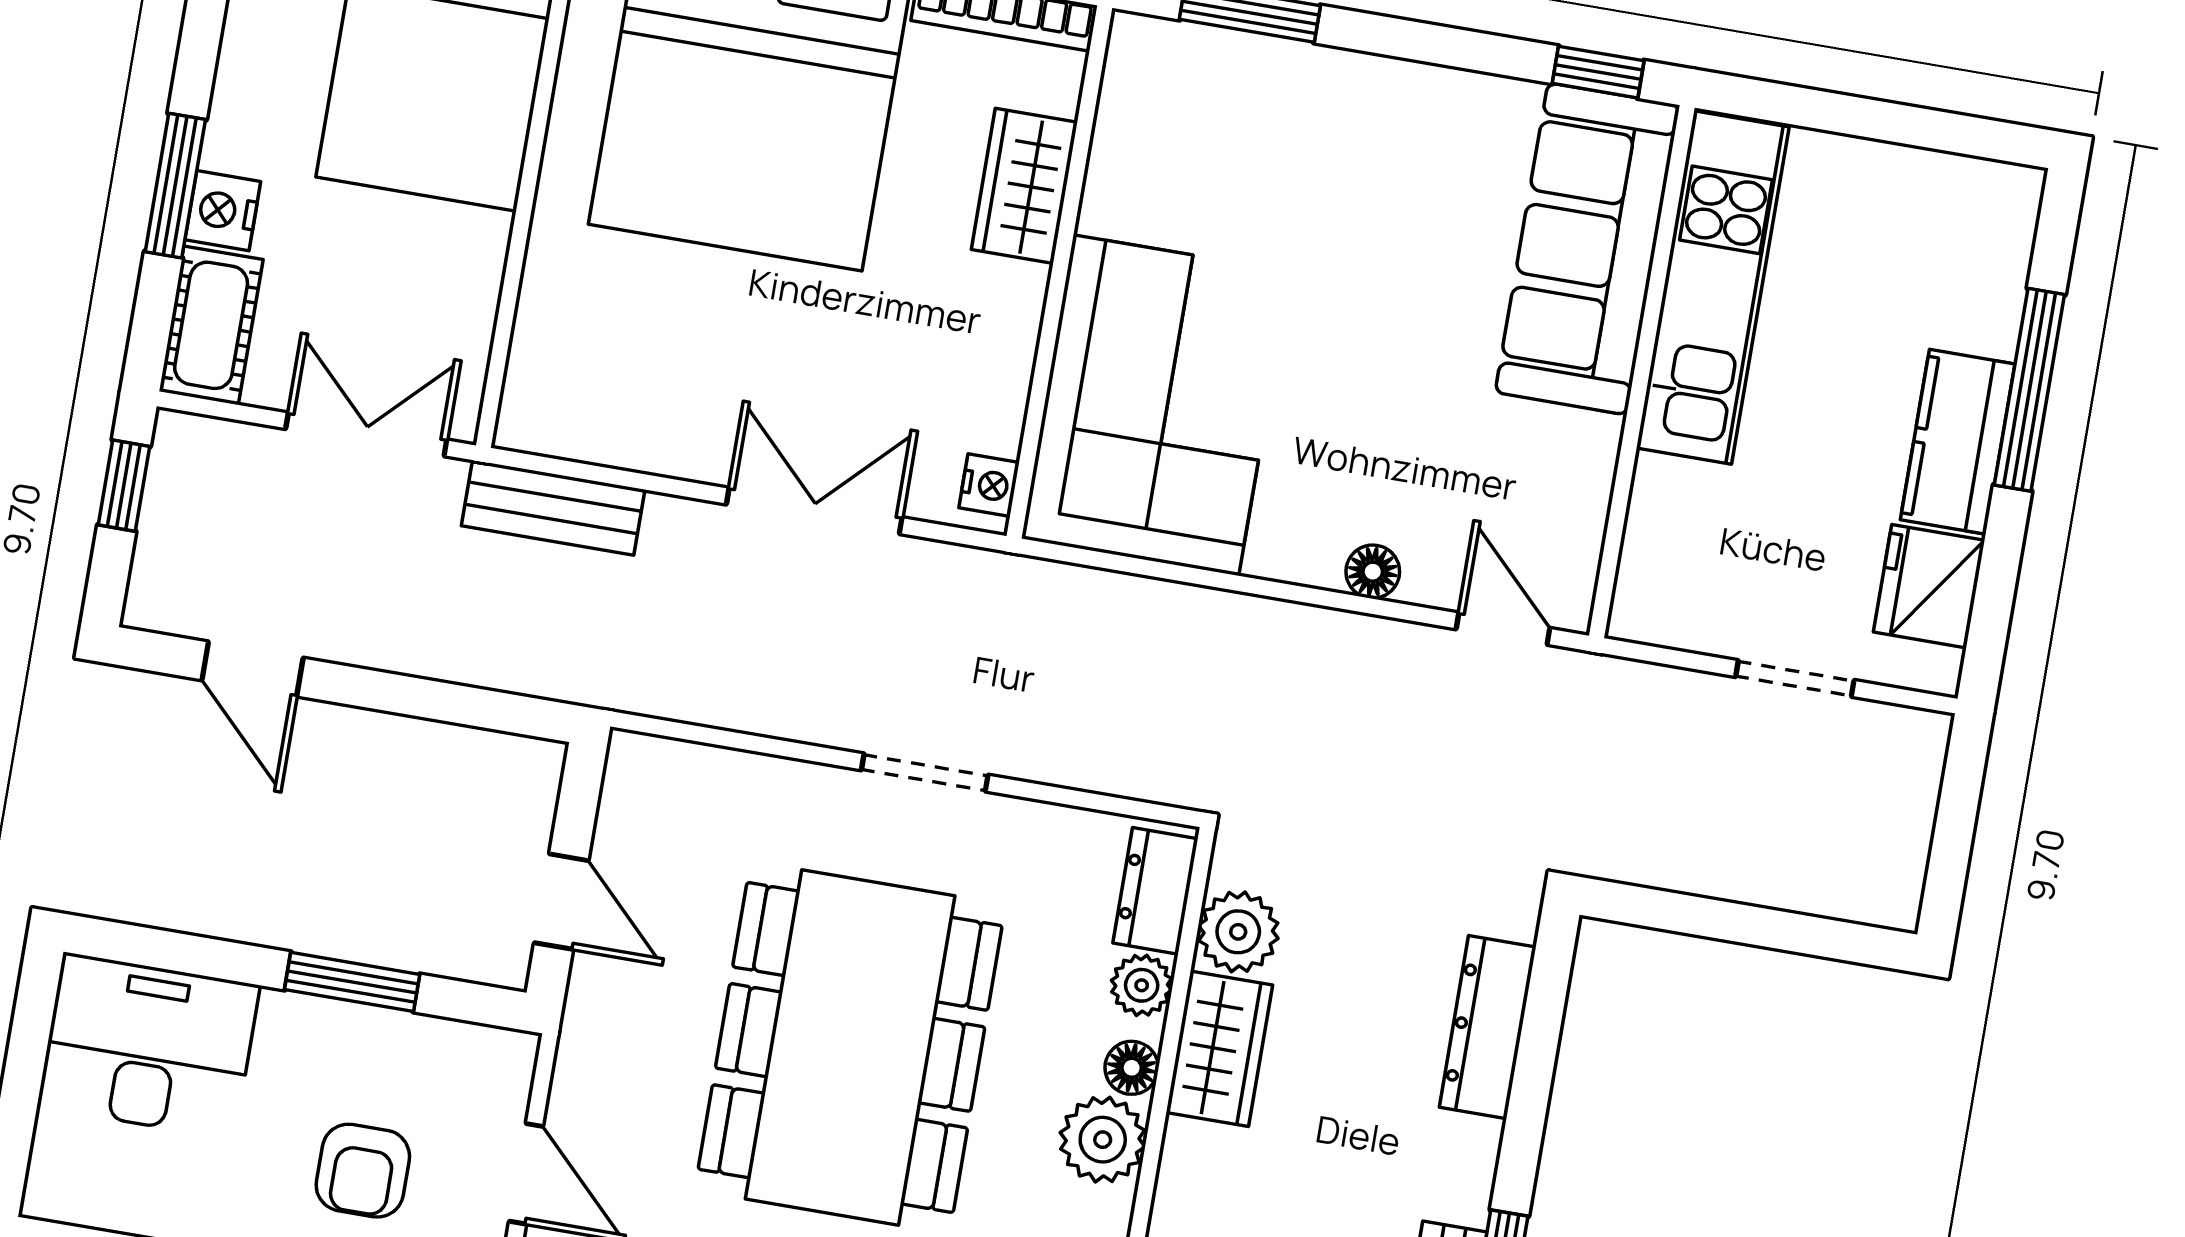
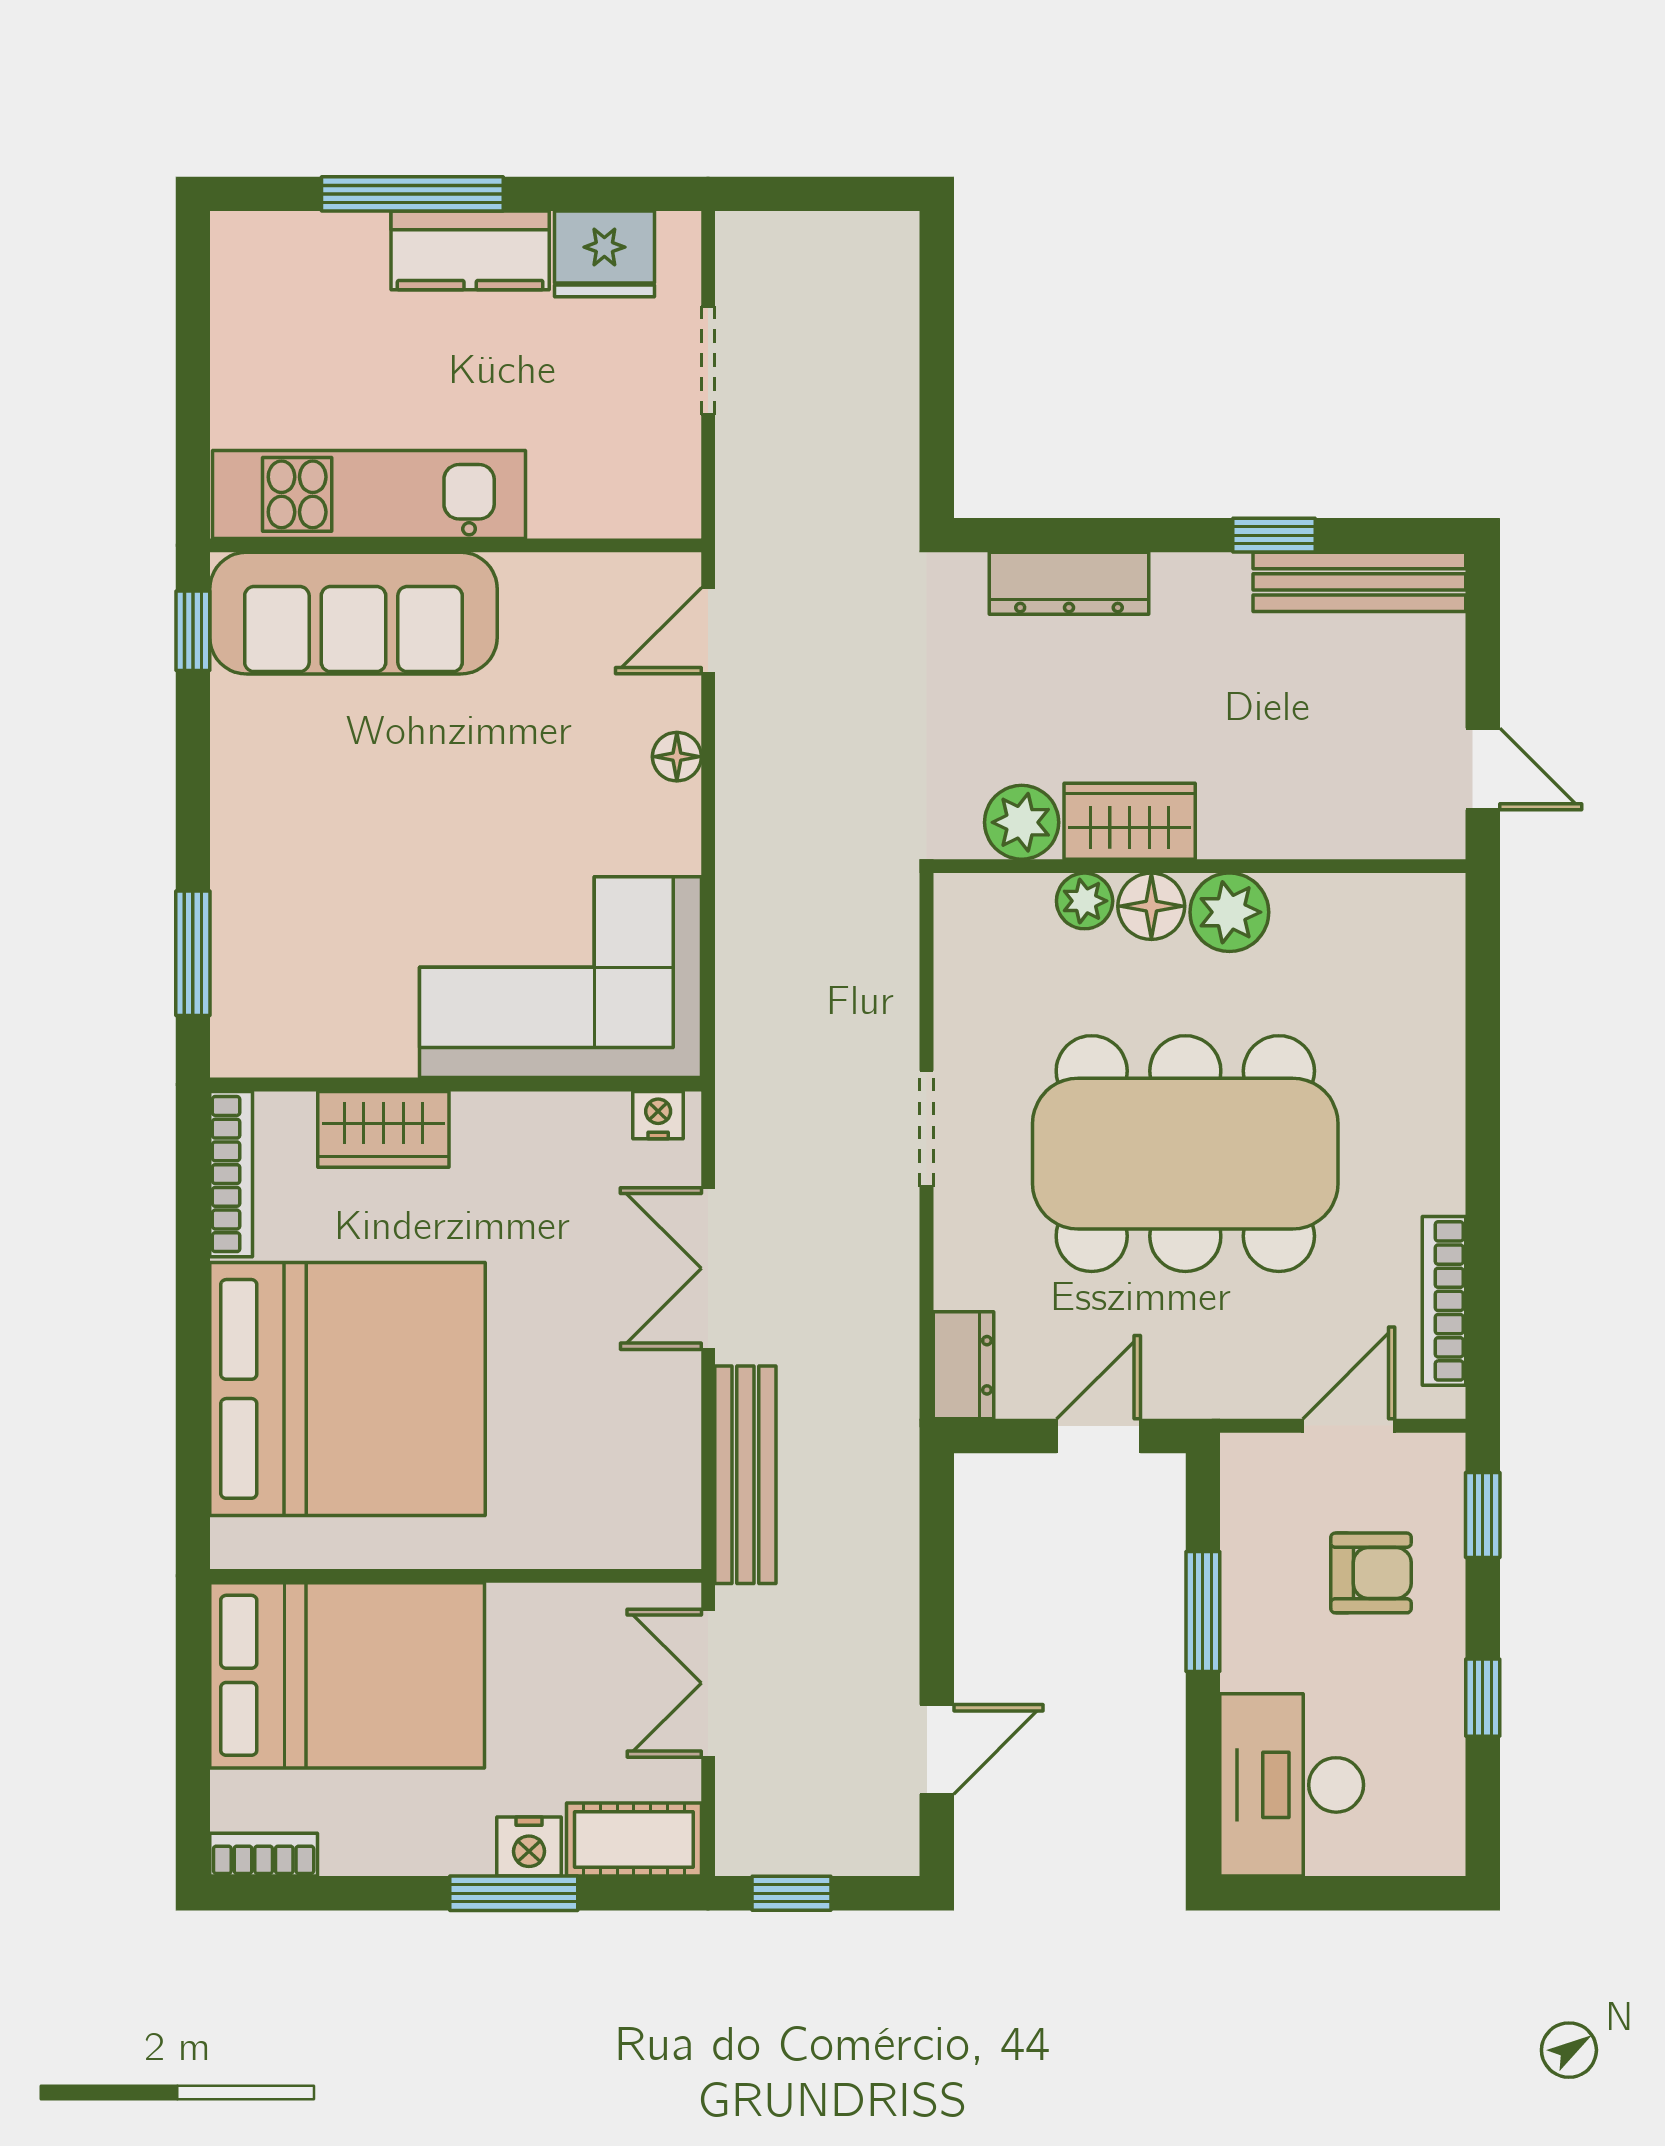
bench: (553, 508) -> (745, 1475), width x1.36
dresser: (1155, 891) -> (963, 1365), moved, turned -90
floor lamp: (1132, 1068) -> (1151, 906), width x1.37, depth x1.37

